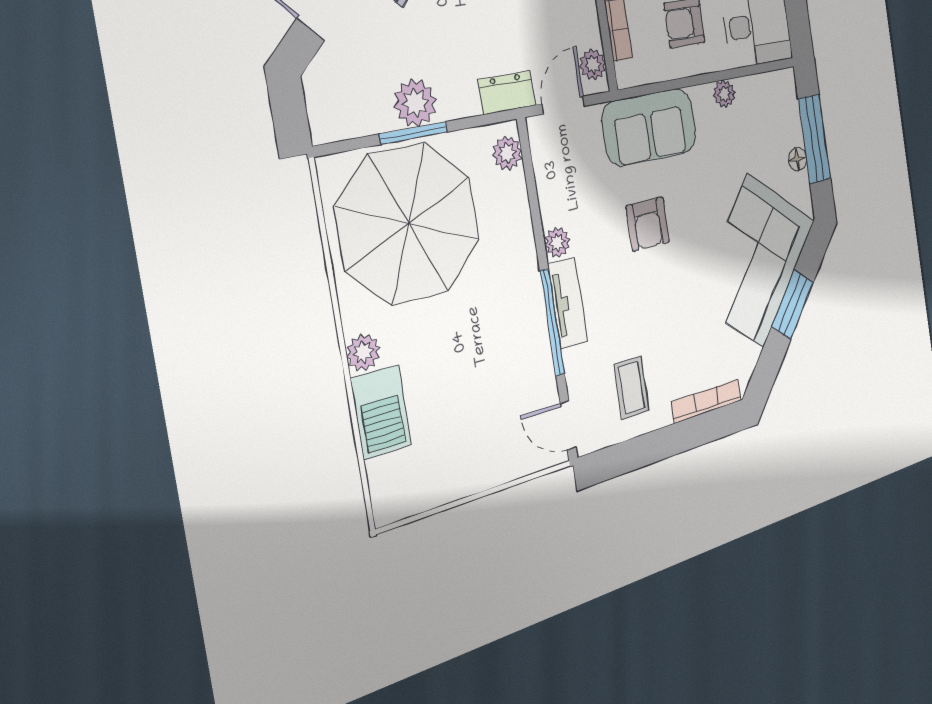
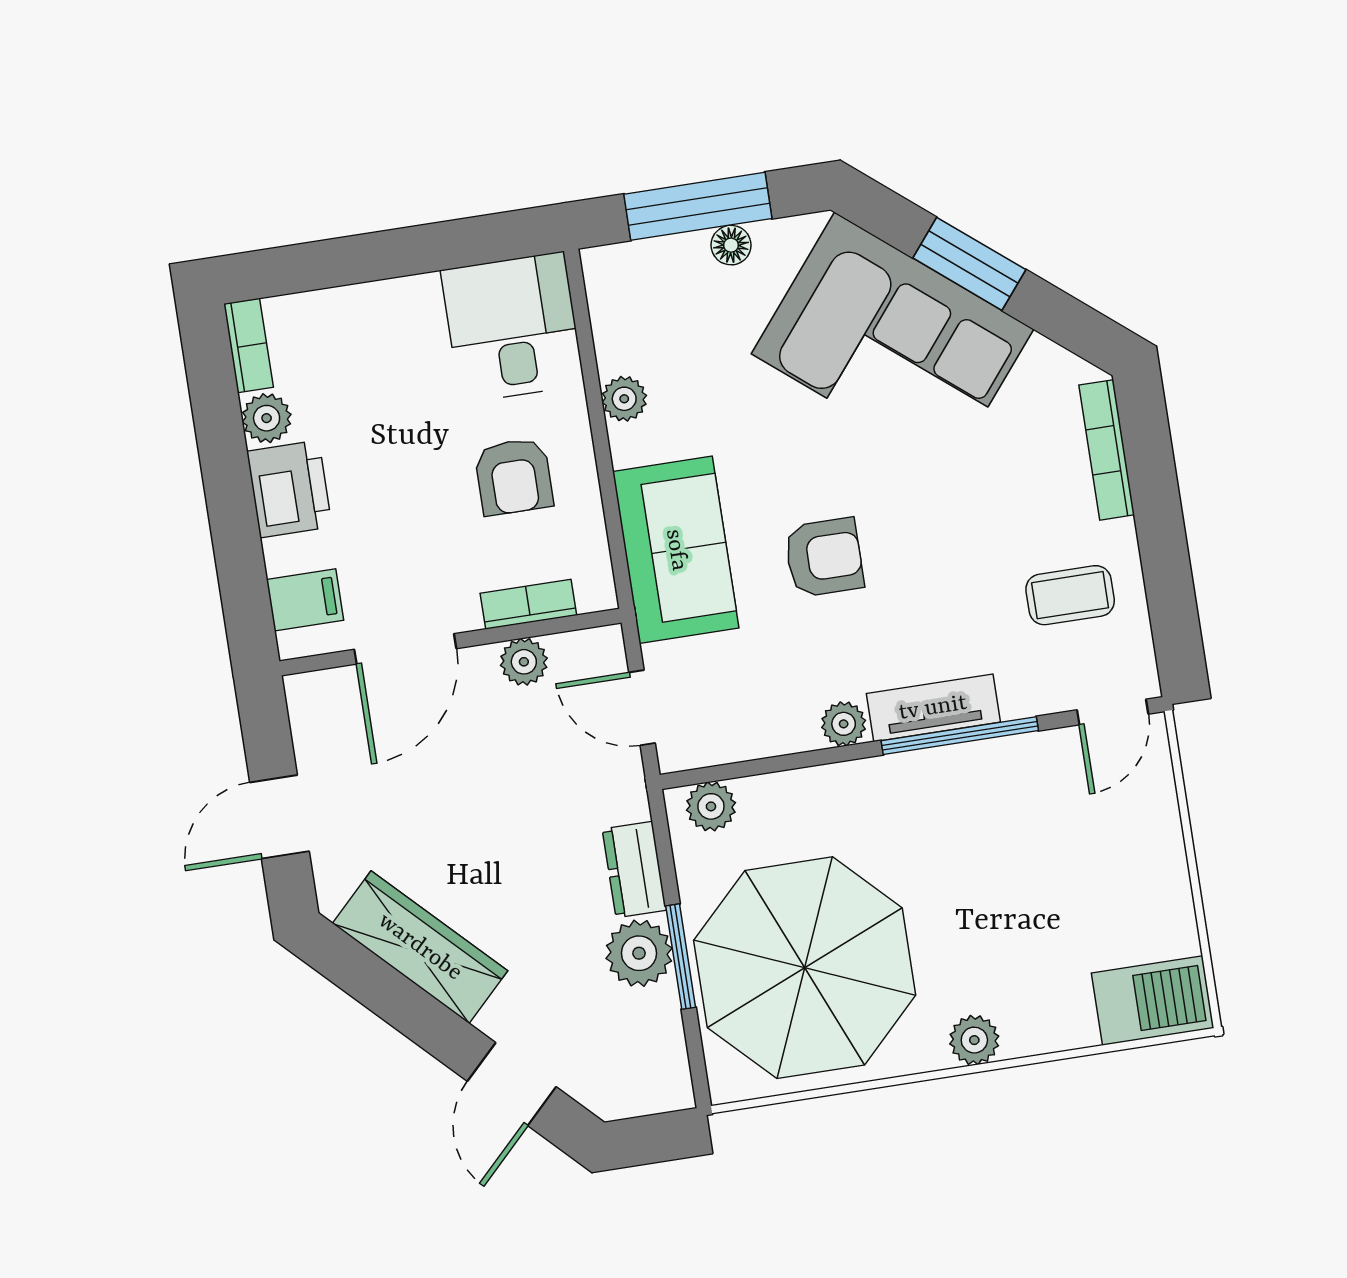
plant: (593, 65) -> (524, 662), moved
dresser: (507, 93) -> (634, 870), moved
barbecue: (381, 412) -> (1153, 1001), moved

